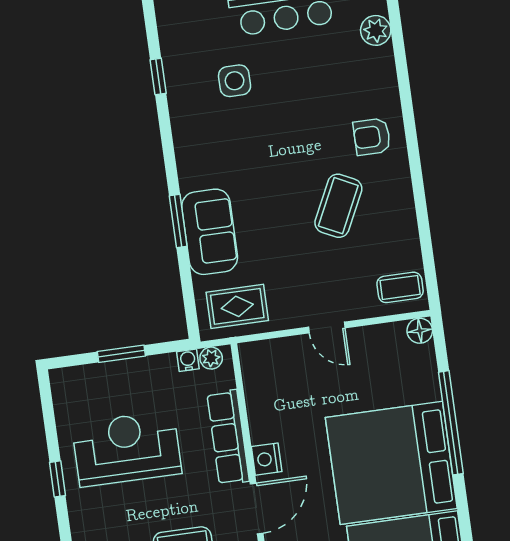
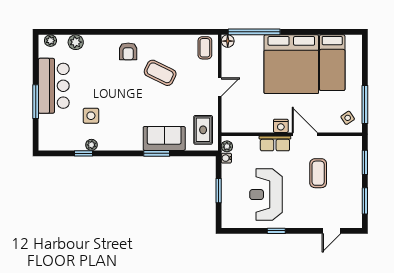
plant: (177, 90) -> (91, 145), added
window: (451, 423) -> (254, 32), moved
row of seats: (228, 437) -> (275, 143), width x0.68

